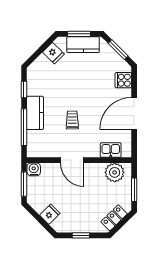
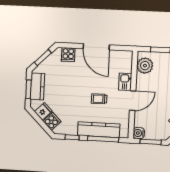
cooker: (42, 64) -> (52, 121), added
kitchen counter: (35, 113) -> (99, 130), width x1.50
kitchen sink: (111, 150) -> (125, 82), moved

